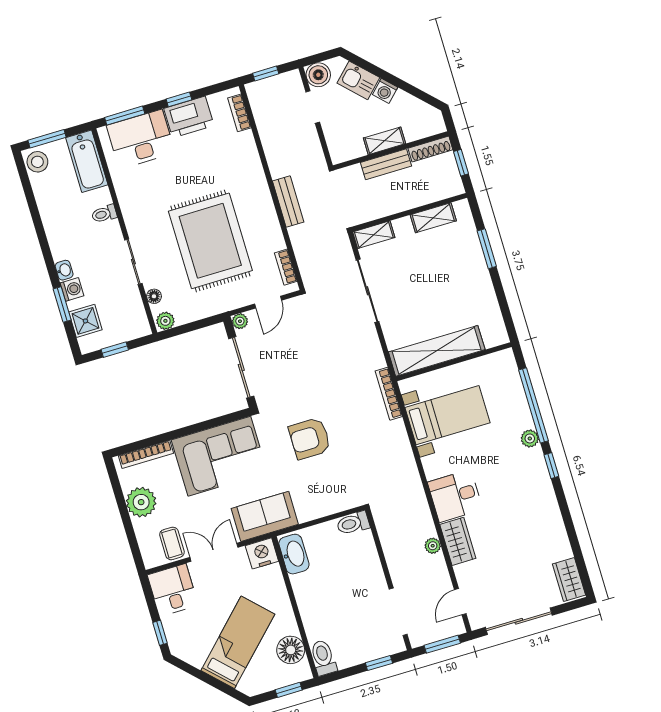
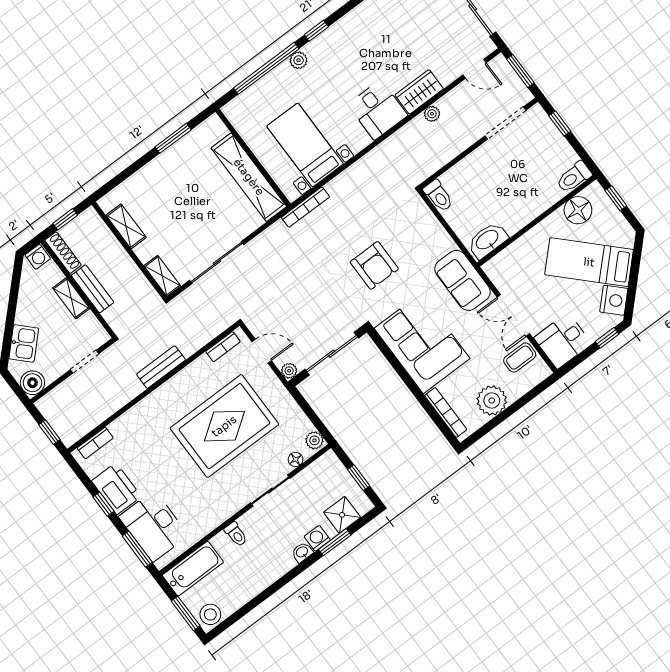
washing machine: (385, 91) -> (38, 257), moved, turned 45
doorway: (313, 107) -> (85, 362), moved
window: (487, 249) -> (173, 138), moved
nightstand: (262, 553) -> (614, 300), moved, turned -135

